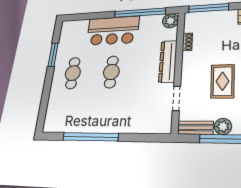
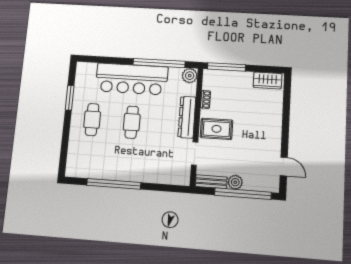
bar counter: (113, 31) -> (132, 79), width x1.36
rug: (223, 81) -> (217, 129), moved, turned 90

